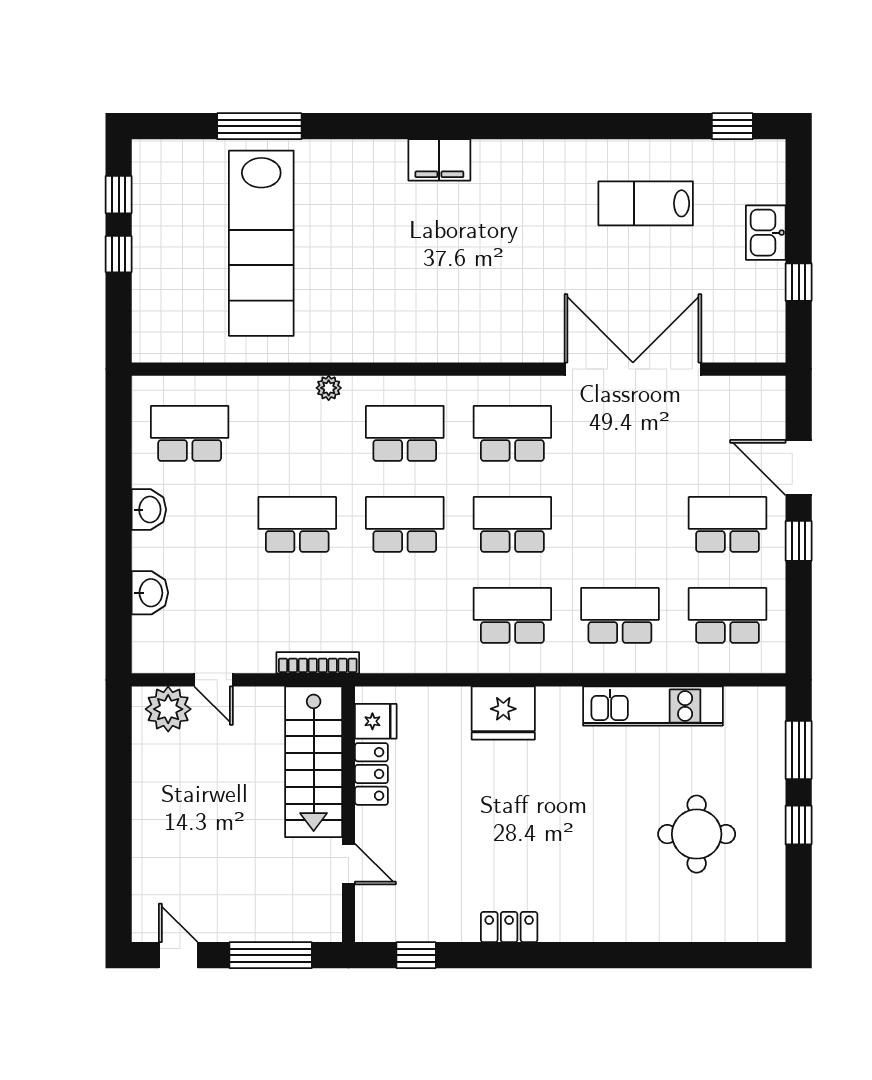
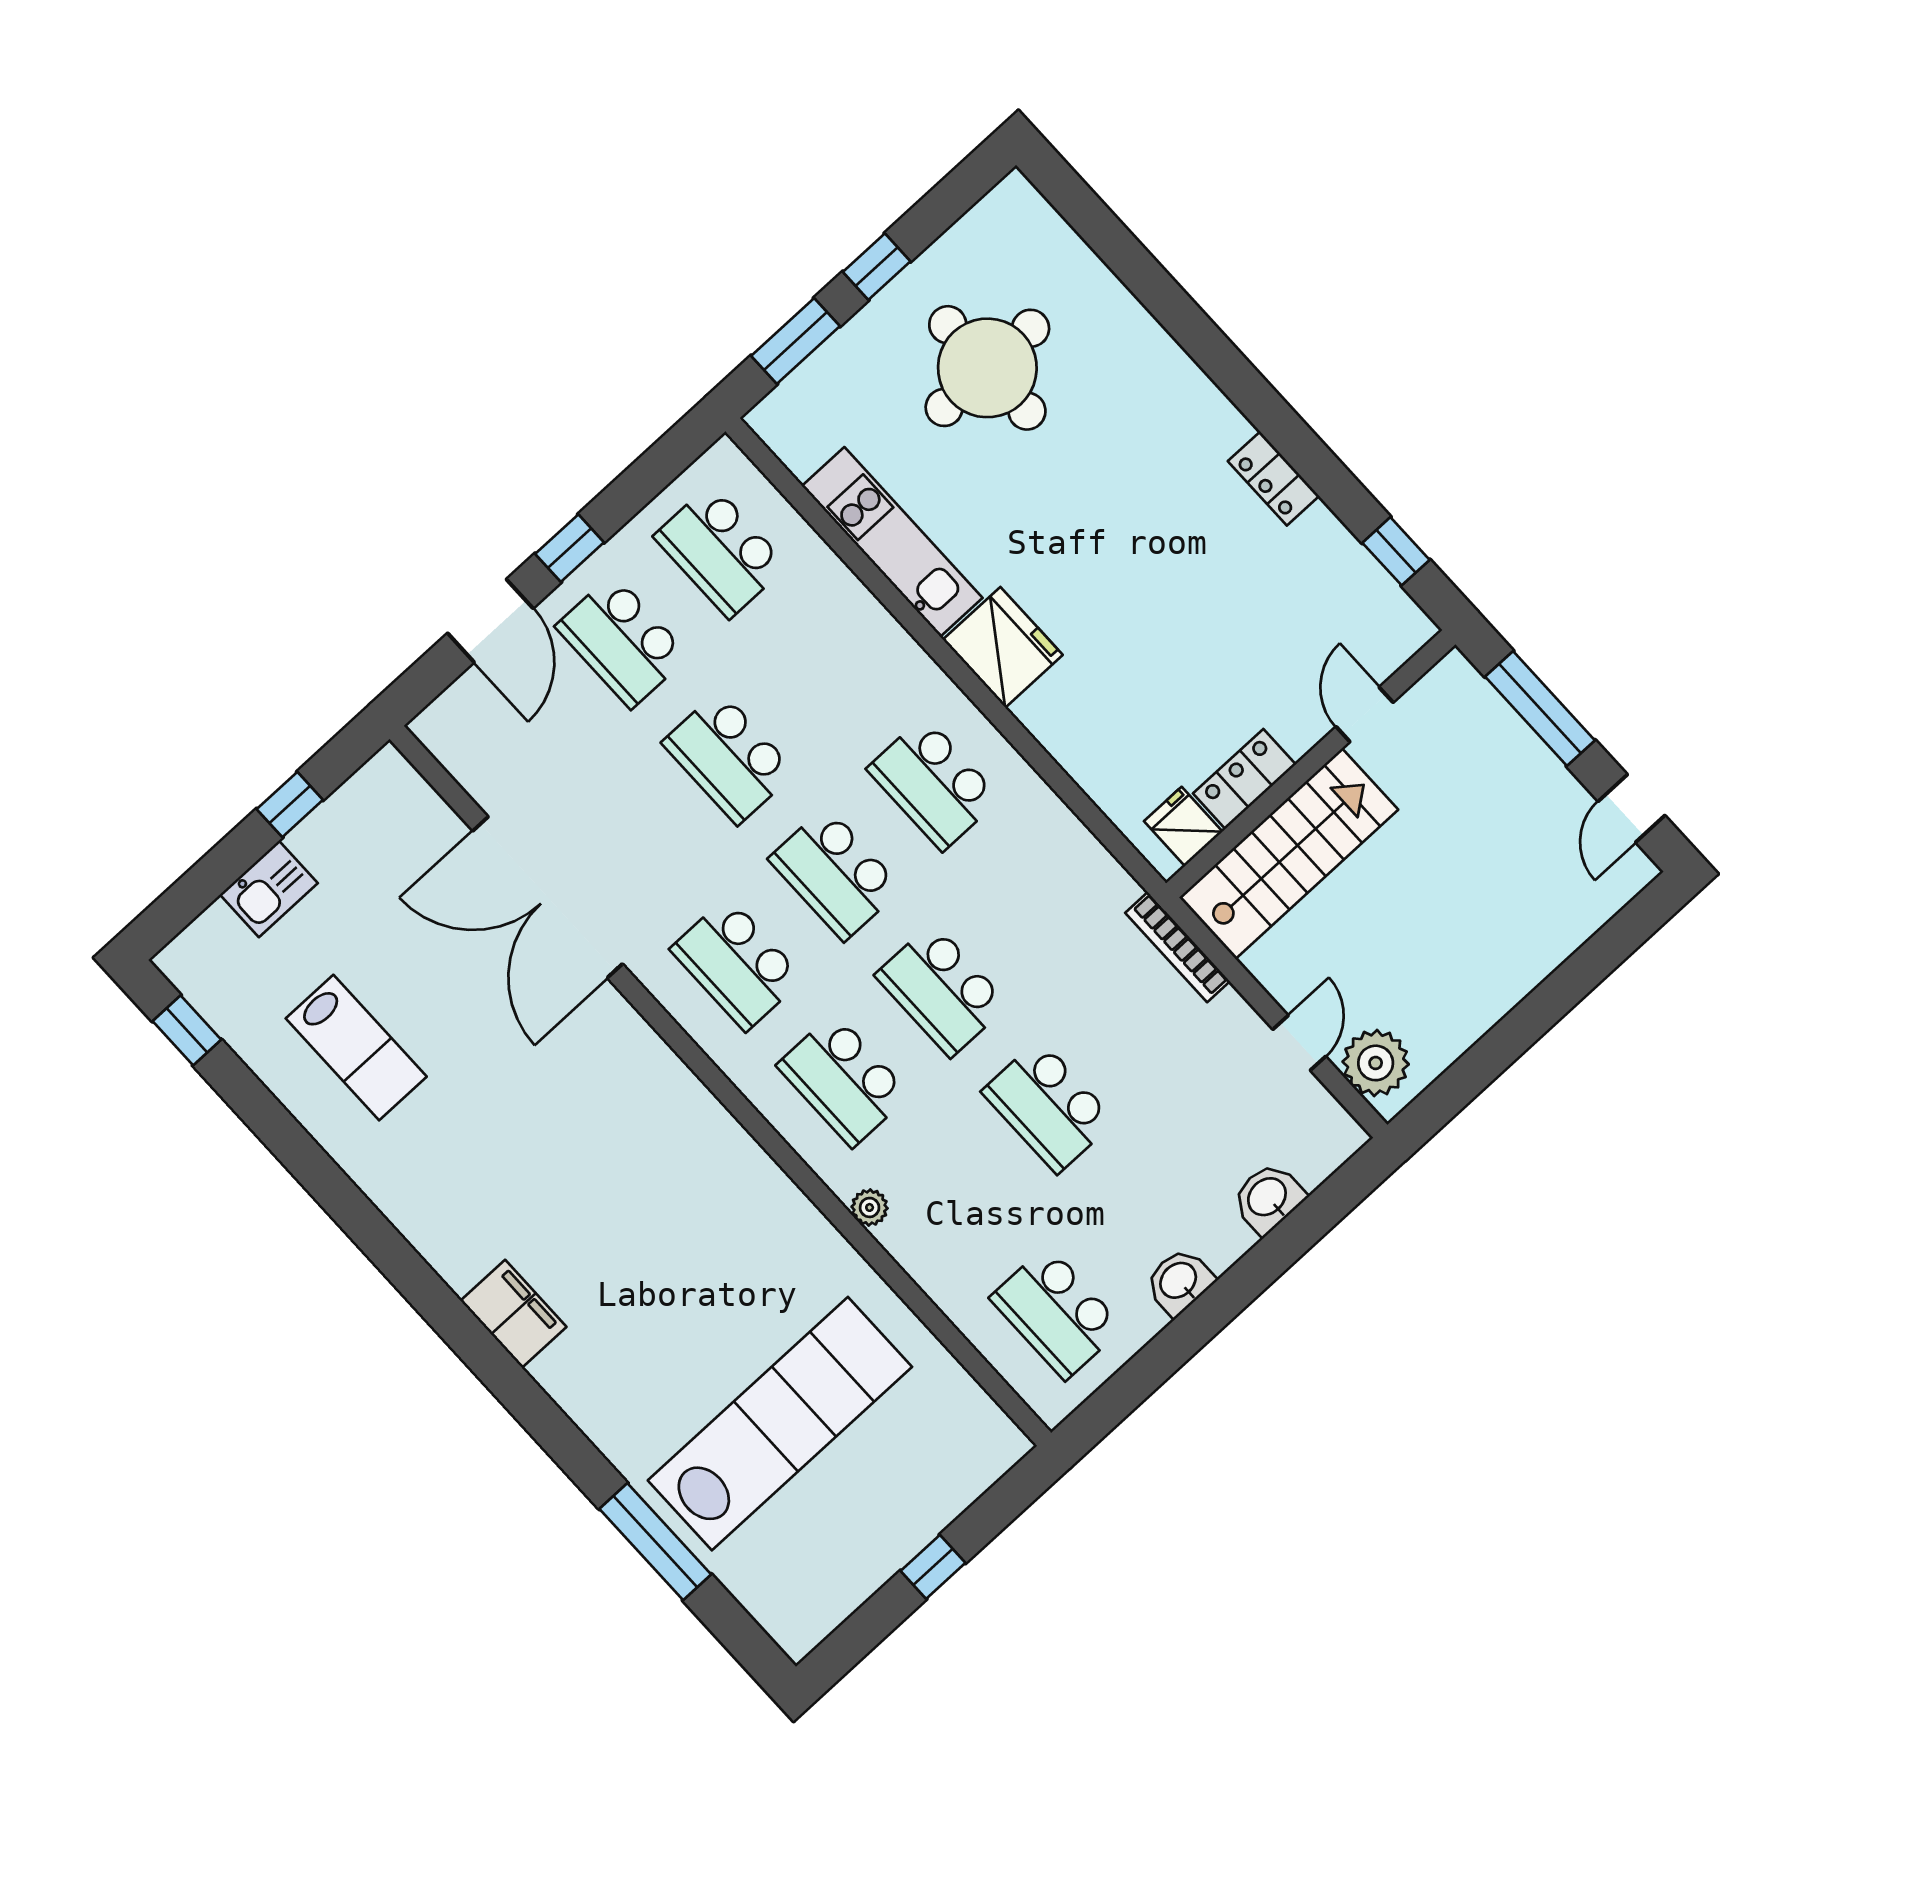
window: (119, 195) -> (869, 1626), removed
school desk: (620, 615) -> (729, 757), moved
fridge: (503, 713) -> (1003, 647), moved
round table: (697, 834) -> (987, 368), width x1.36, depth x1.36

